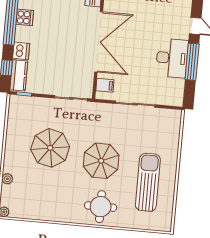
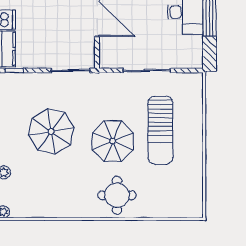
filing cabinet: (105, 85) -> (109, 51), removed
sun lounger: (148, 182) -> (160, 130), moved, turned 180

